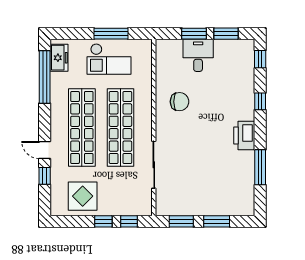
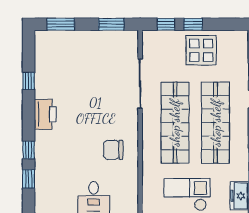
window: (260, 59) -> (29, 179), moved
window: (260, 167) -> (29, 81), width x0.46
display table: (83, 196) -> (201, 50), moved
window: (217, 221) -> (61, 24), moved

